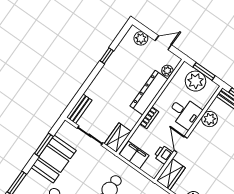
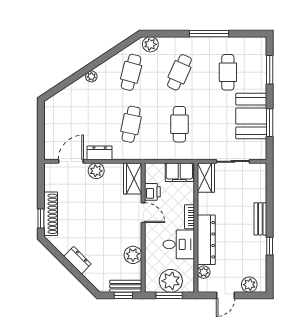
bench: (79, 109) -> (260, 219), moved
desk: (185, 113) -> (179, 244), moved, turned 180

